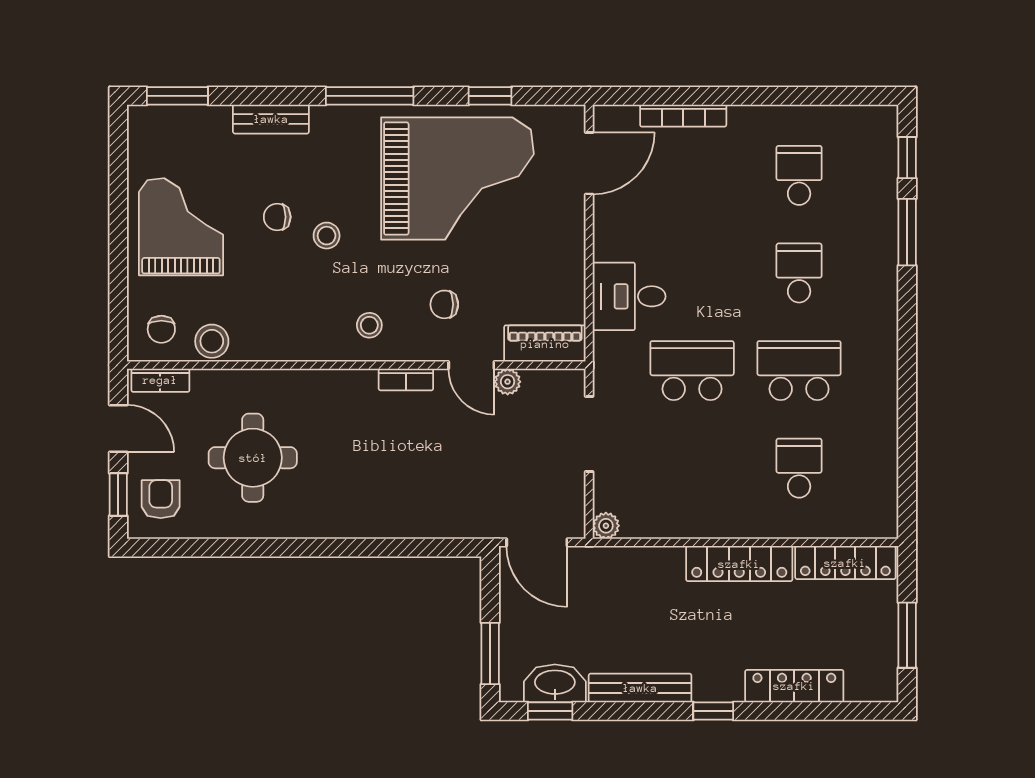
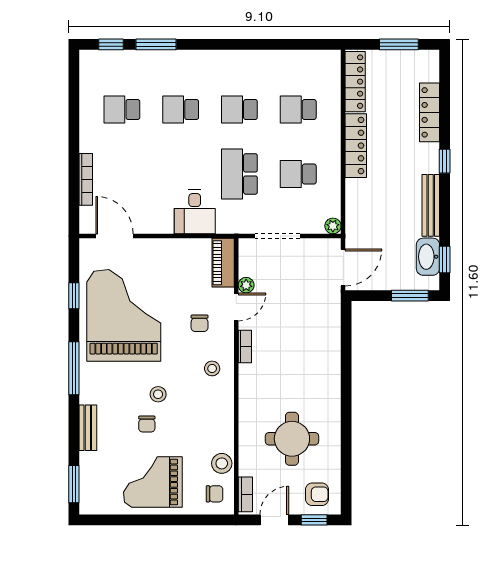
school desk: (799, 371) -> (239, 110), width x0.54
school desk: (692, 468) -> (298, 174), added
armchair: (161, 499) -> (317, 494), turned 180

